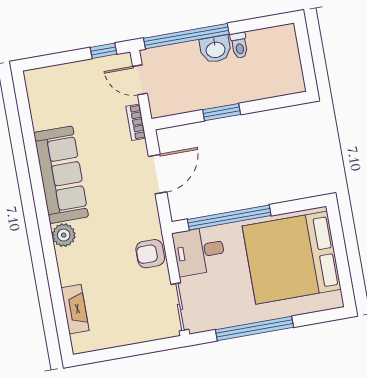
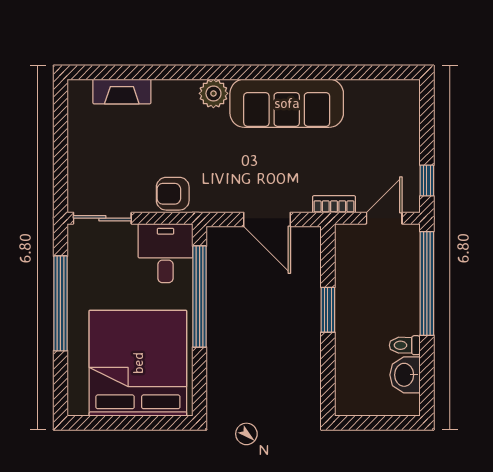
washbasin: (215, 49) -> (405, 375), moved
armchair: (150, 254) -> (173, 194), turned -90

